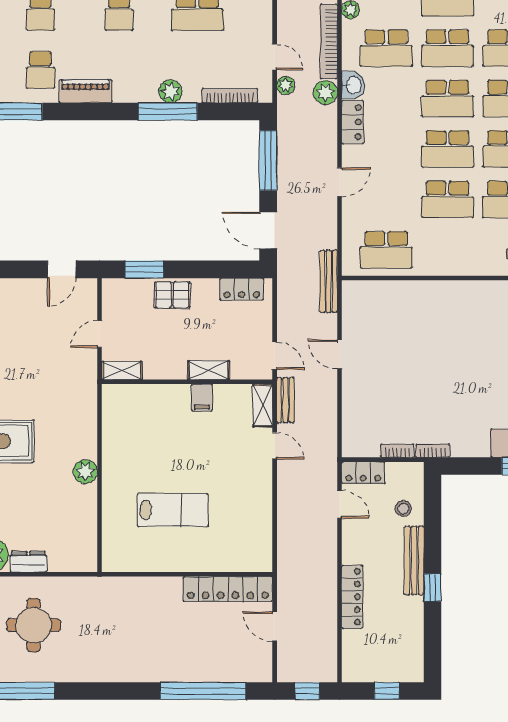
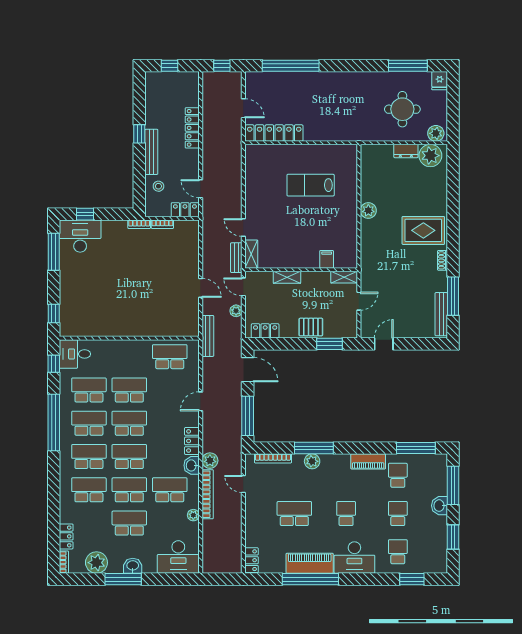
plant: (286, 85) -> (236, 311), moved
filing cabinet: (202, 398) -> (327, 259), moved

